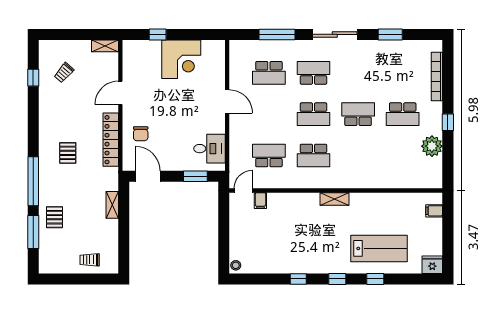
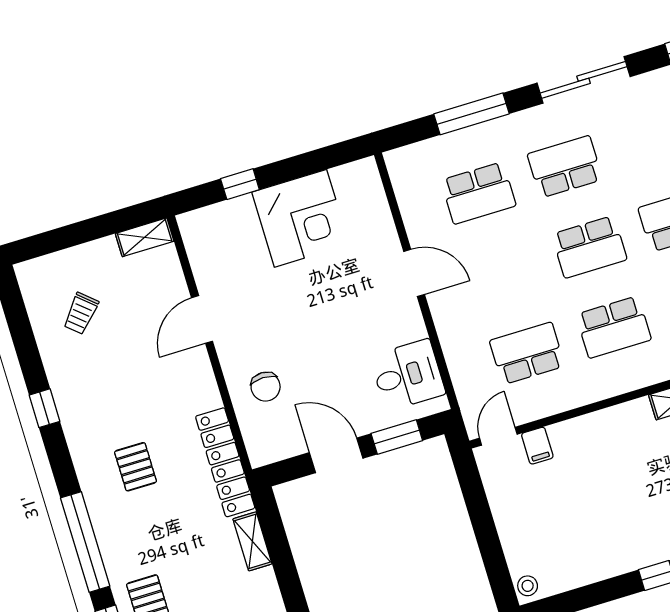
window: (33, 78) -> (44, 408), moved
locker: (111, 140) -> (225, 462), moved
door: (148, 176) -> (336, 455), moved

